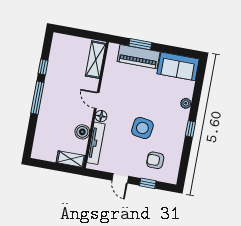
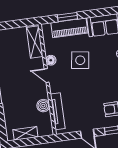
floor lamp: (101, 116) -> (51, 60), moved
side table: (142, 128) -> (80, 60), moved
shelving: (71, 159) -> (25, 133), moved

